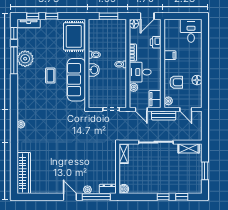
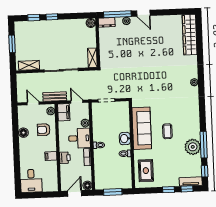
rug: (74, 36) -> (146, 171), width x0.73, depth x0.70
printer: (156, 42) -> (65, 158), moved

